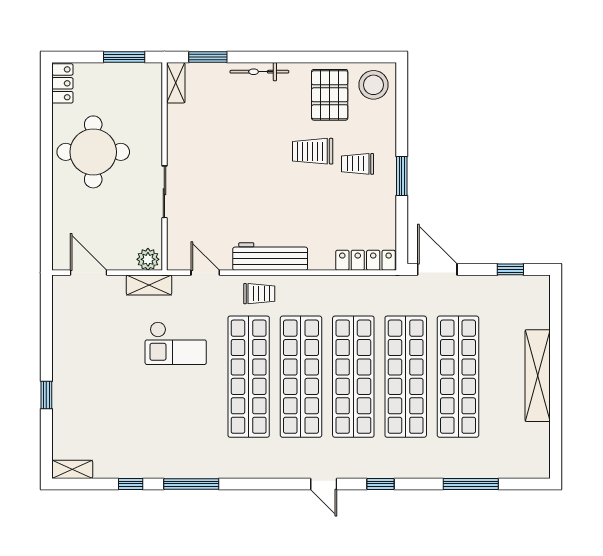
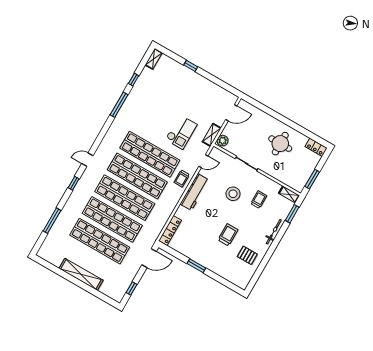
stool: (374, 85) -> (233, 194), moved
pallet: (330, 95) -> (247, 255), width x0.67, depth x0.71
round table: (93, 152) -> (280, 144), width x0.73, depth x0.73
trolley: (358, 164) -> (259, 200), moved
checkout: (176, 343) -> (181, 132), turned 180

